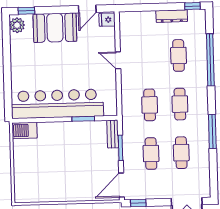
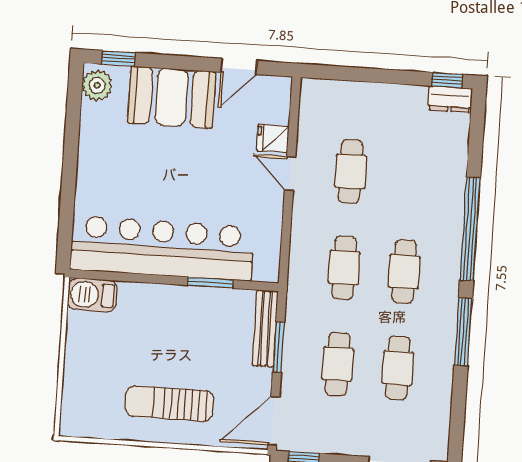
dresser: (172, 16) -> (450, 99), moved, width x0.70
fridge: (107, 20) -> (273, 138), moved
cafe table: (179, 55) -> (351, 171), moved
window: (210, 60) -> (470, 229), moved
bench: (113, 134) -> (265, 328), width x1.36
sun lounger: (68, 181) -> (169, 403), added

